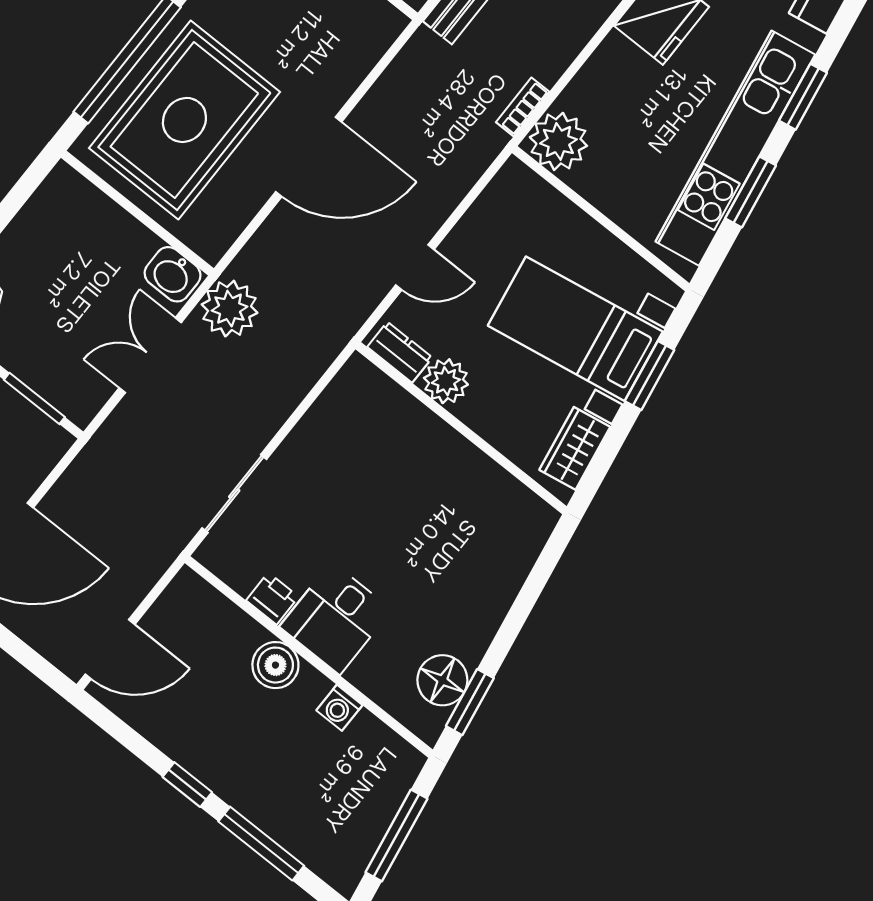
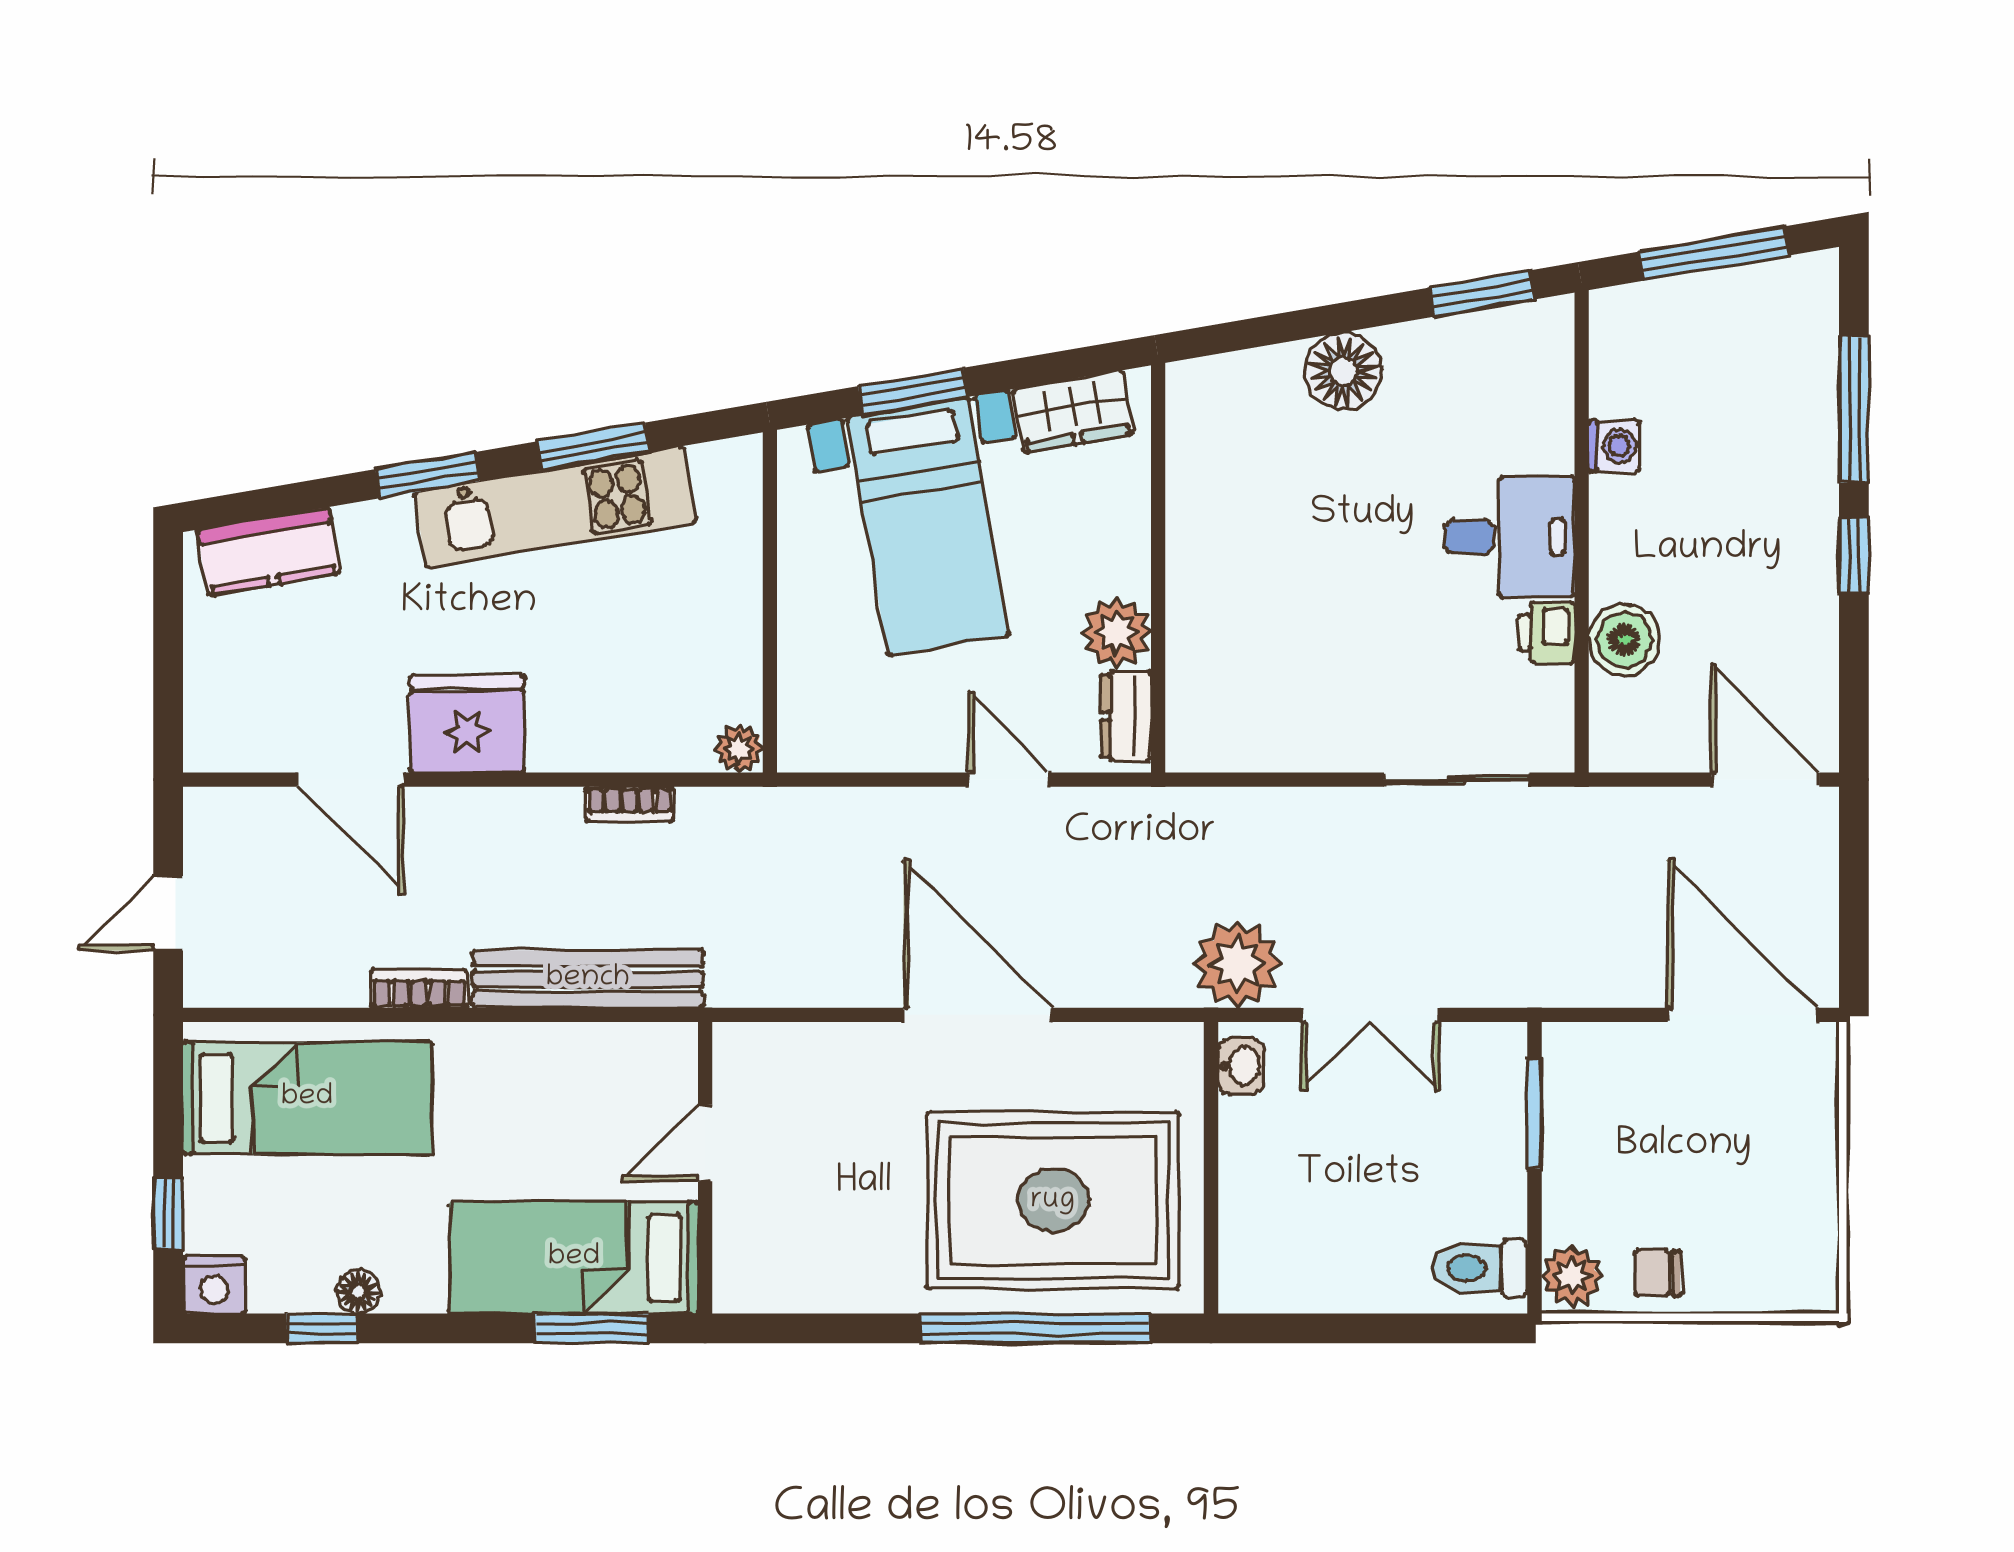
bookcase: (523, 107) -> (629, 804), moved
plant: (558, 141) -> (739, 749), width x0.53, depth x0.53
kitchen unit: (735, 148) -> (555, 507), width x0.73
washbasin: (173, 274) -> (1241, 1066), width x0.72, depth x0.69
boiler: (275, 665) -> (1624, 640), moved
floor lamp: (442, 680) -> (1343, 372), moved

